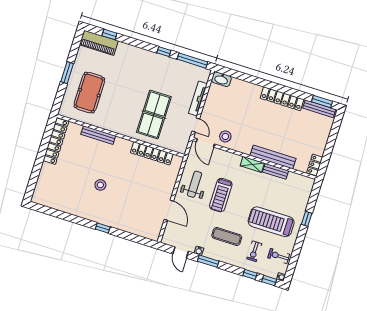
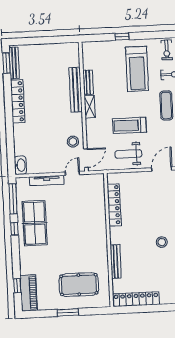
table tennis table: (154, 115) -> (35, 223), moved, turned 90
locker: (315, 165) -> (69, 48), removed
treadmill: (221, 195) -> (129, 125), turned 180

